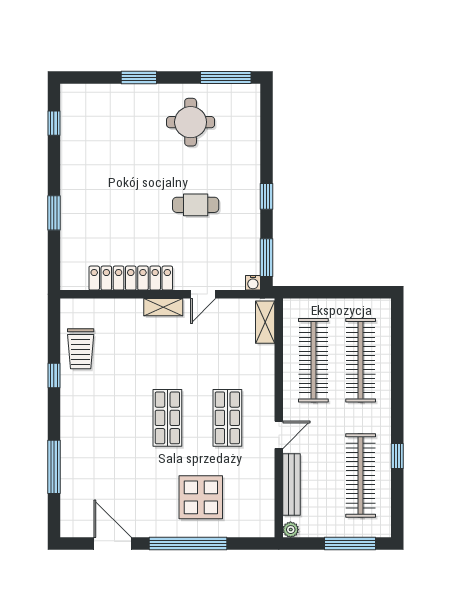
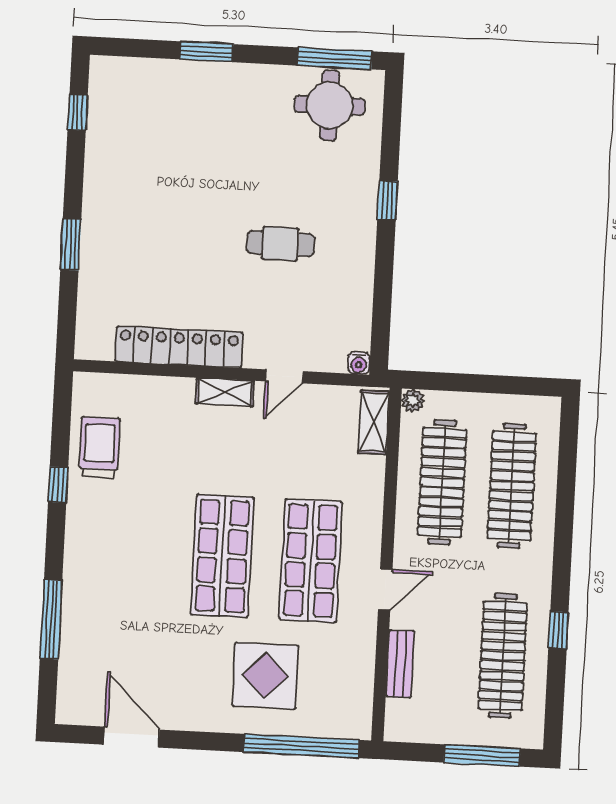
round table: (191, 122) -> (330, 105), moved
window: (267, 196) -> (387, 200), moved
window: (267, 258) -> (381, 327), removed
trolley: (81, 349) -> (99, 447), turned 180
shop shelf: (167, 418) -> (222, 556), width x1.43, depth x1.36
shop shelf: (227, 418) -> (311, 561), width x1.43, depth x1.36
bench: (291, 485) -> (400, 664), width x0.73
plant: (291, 530) -> (413, 401), moved
window: (188, 544) -> (301, 746), moved

